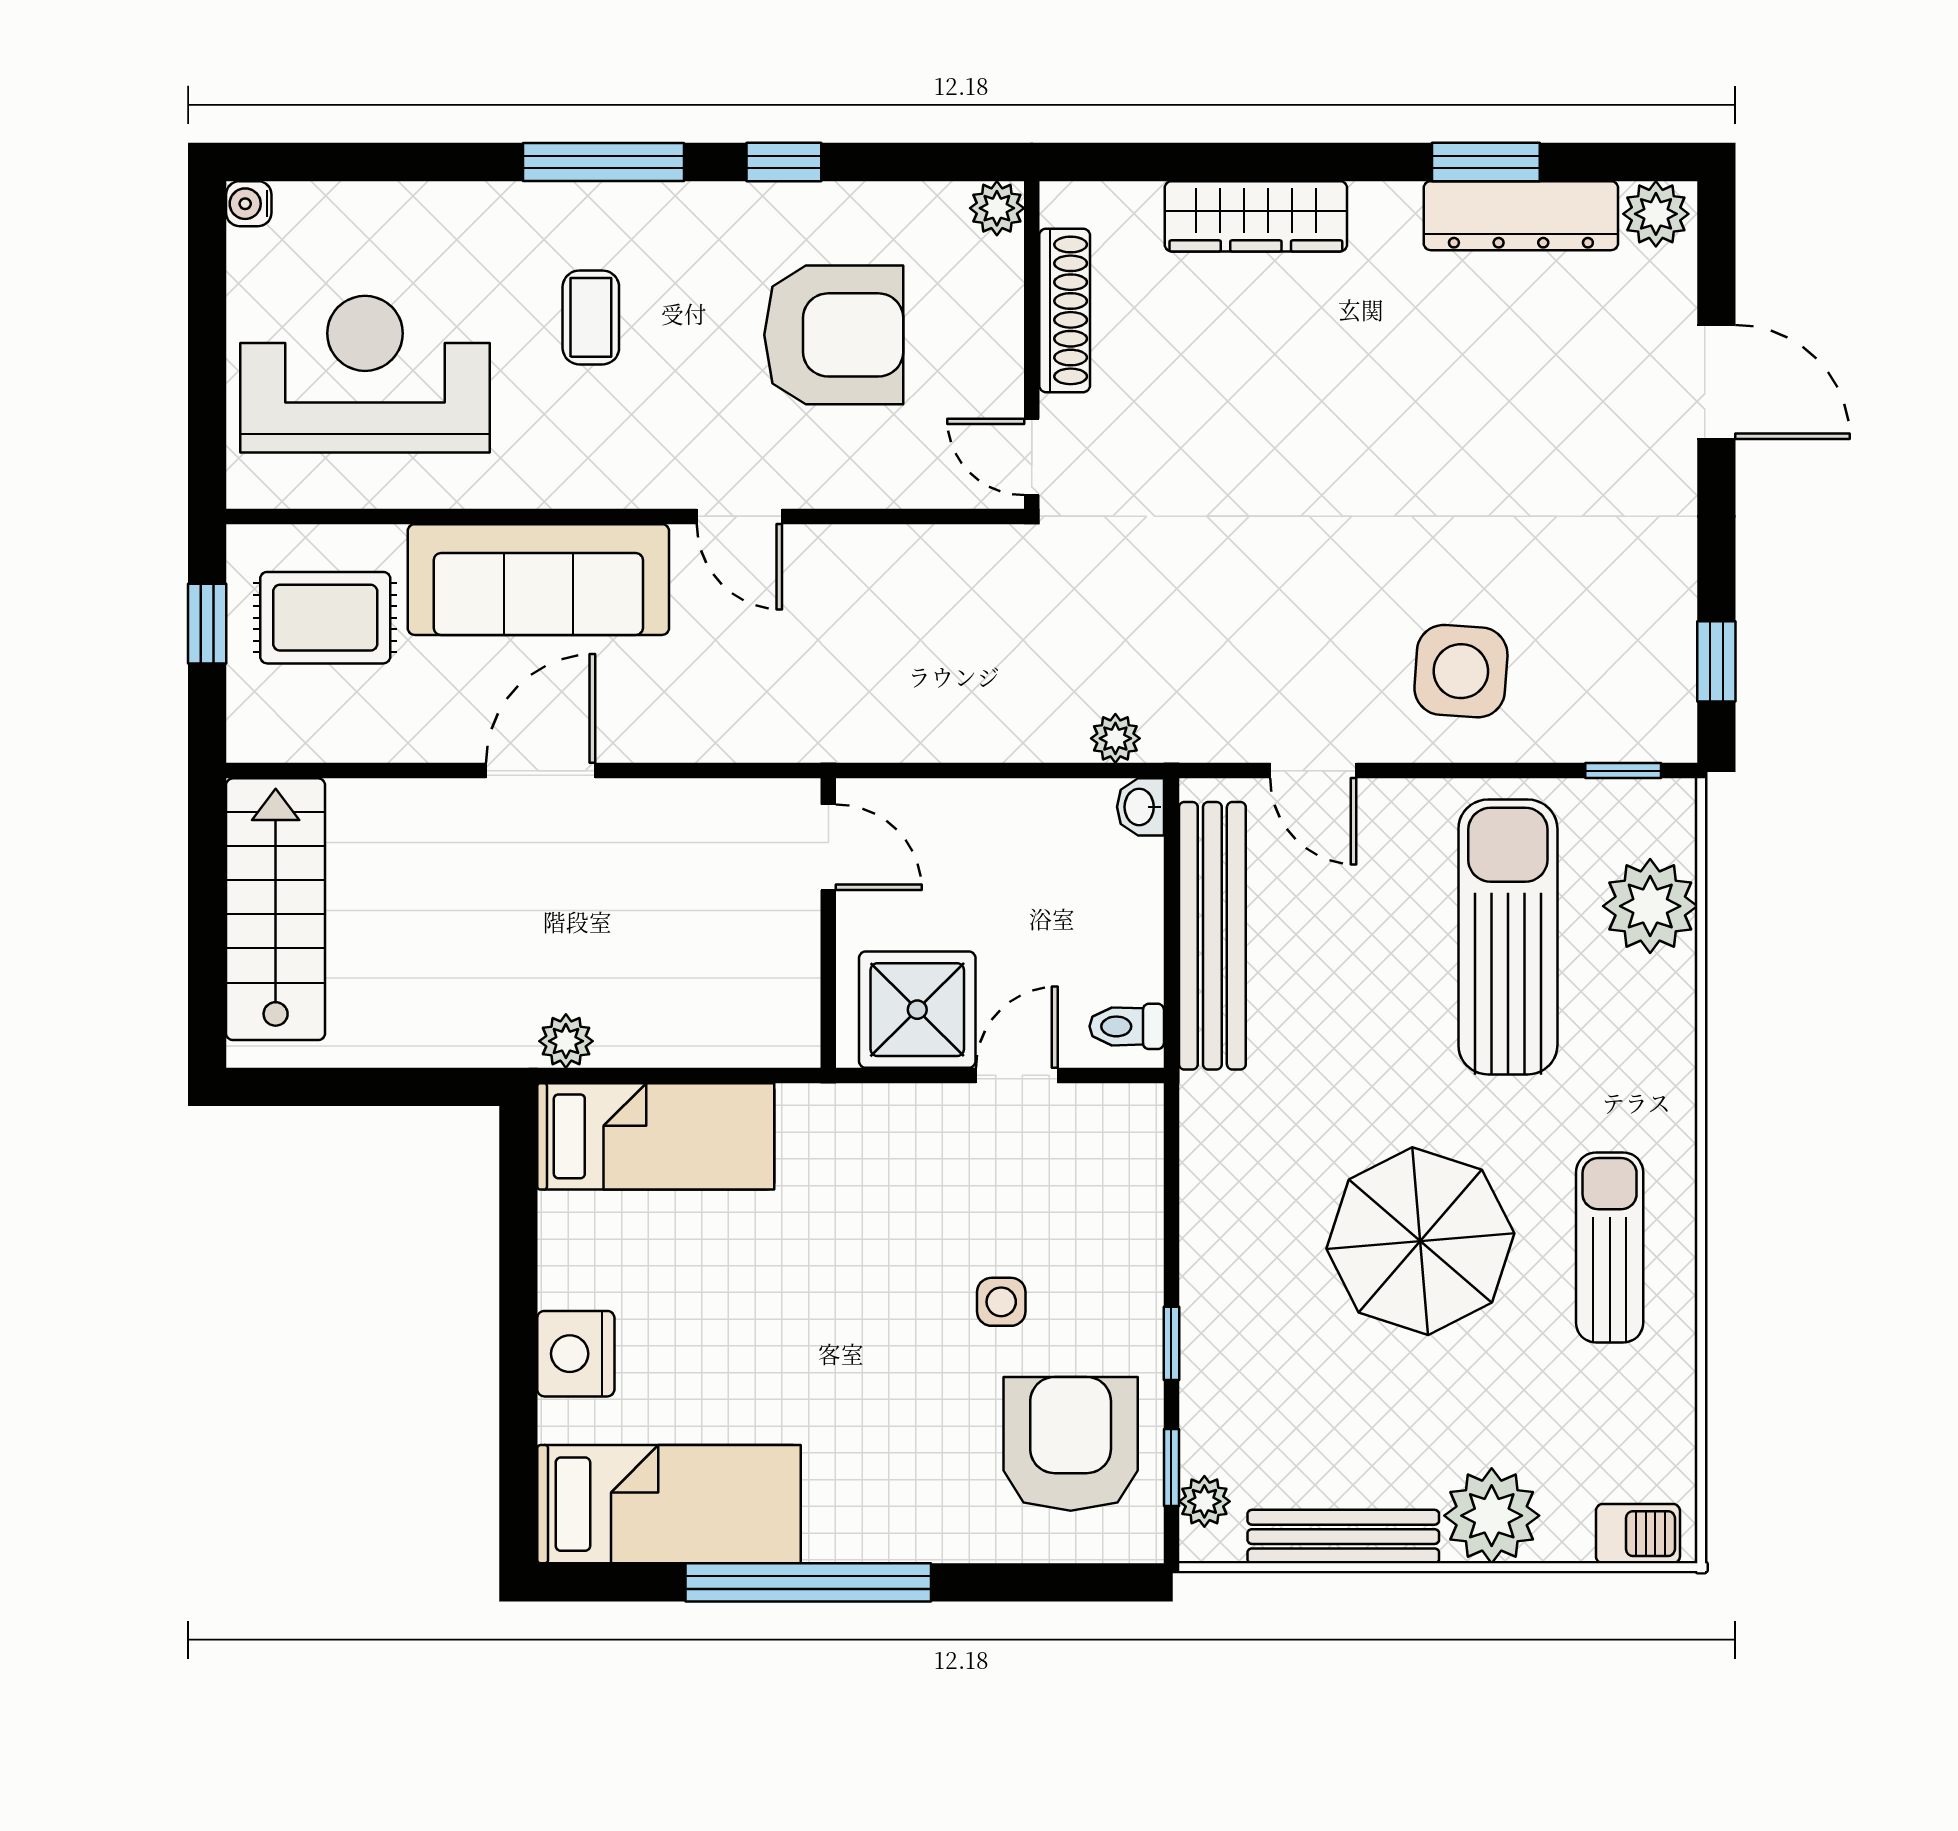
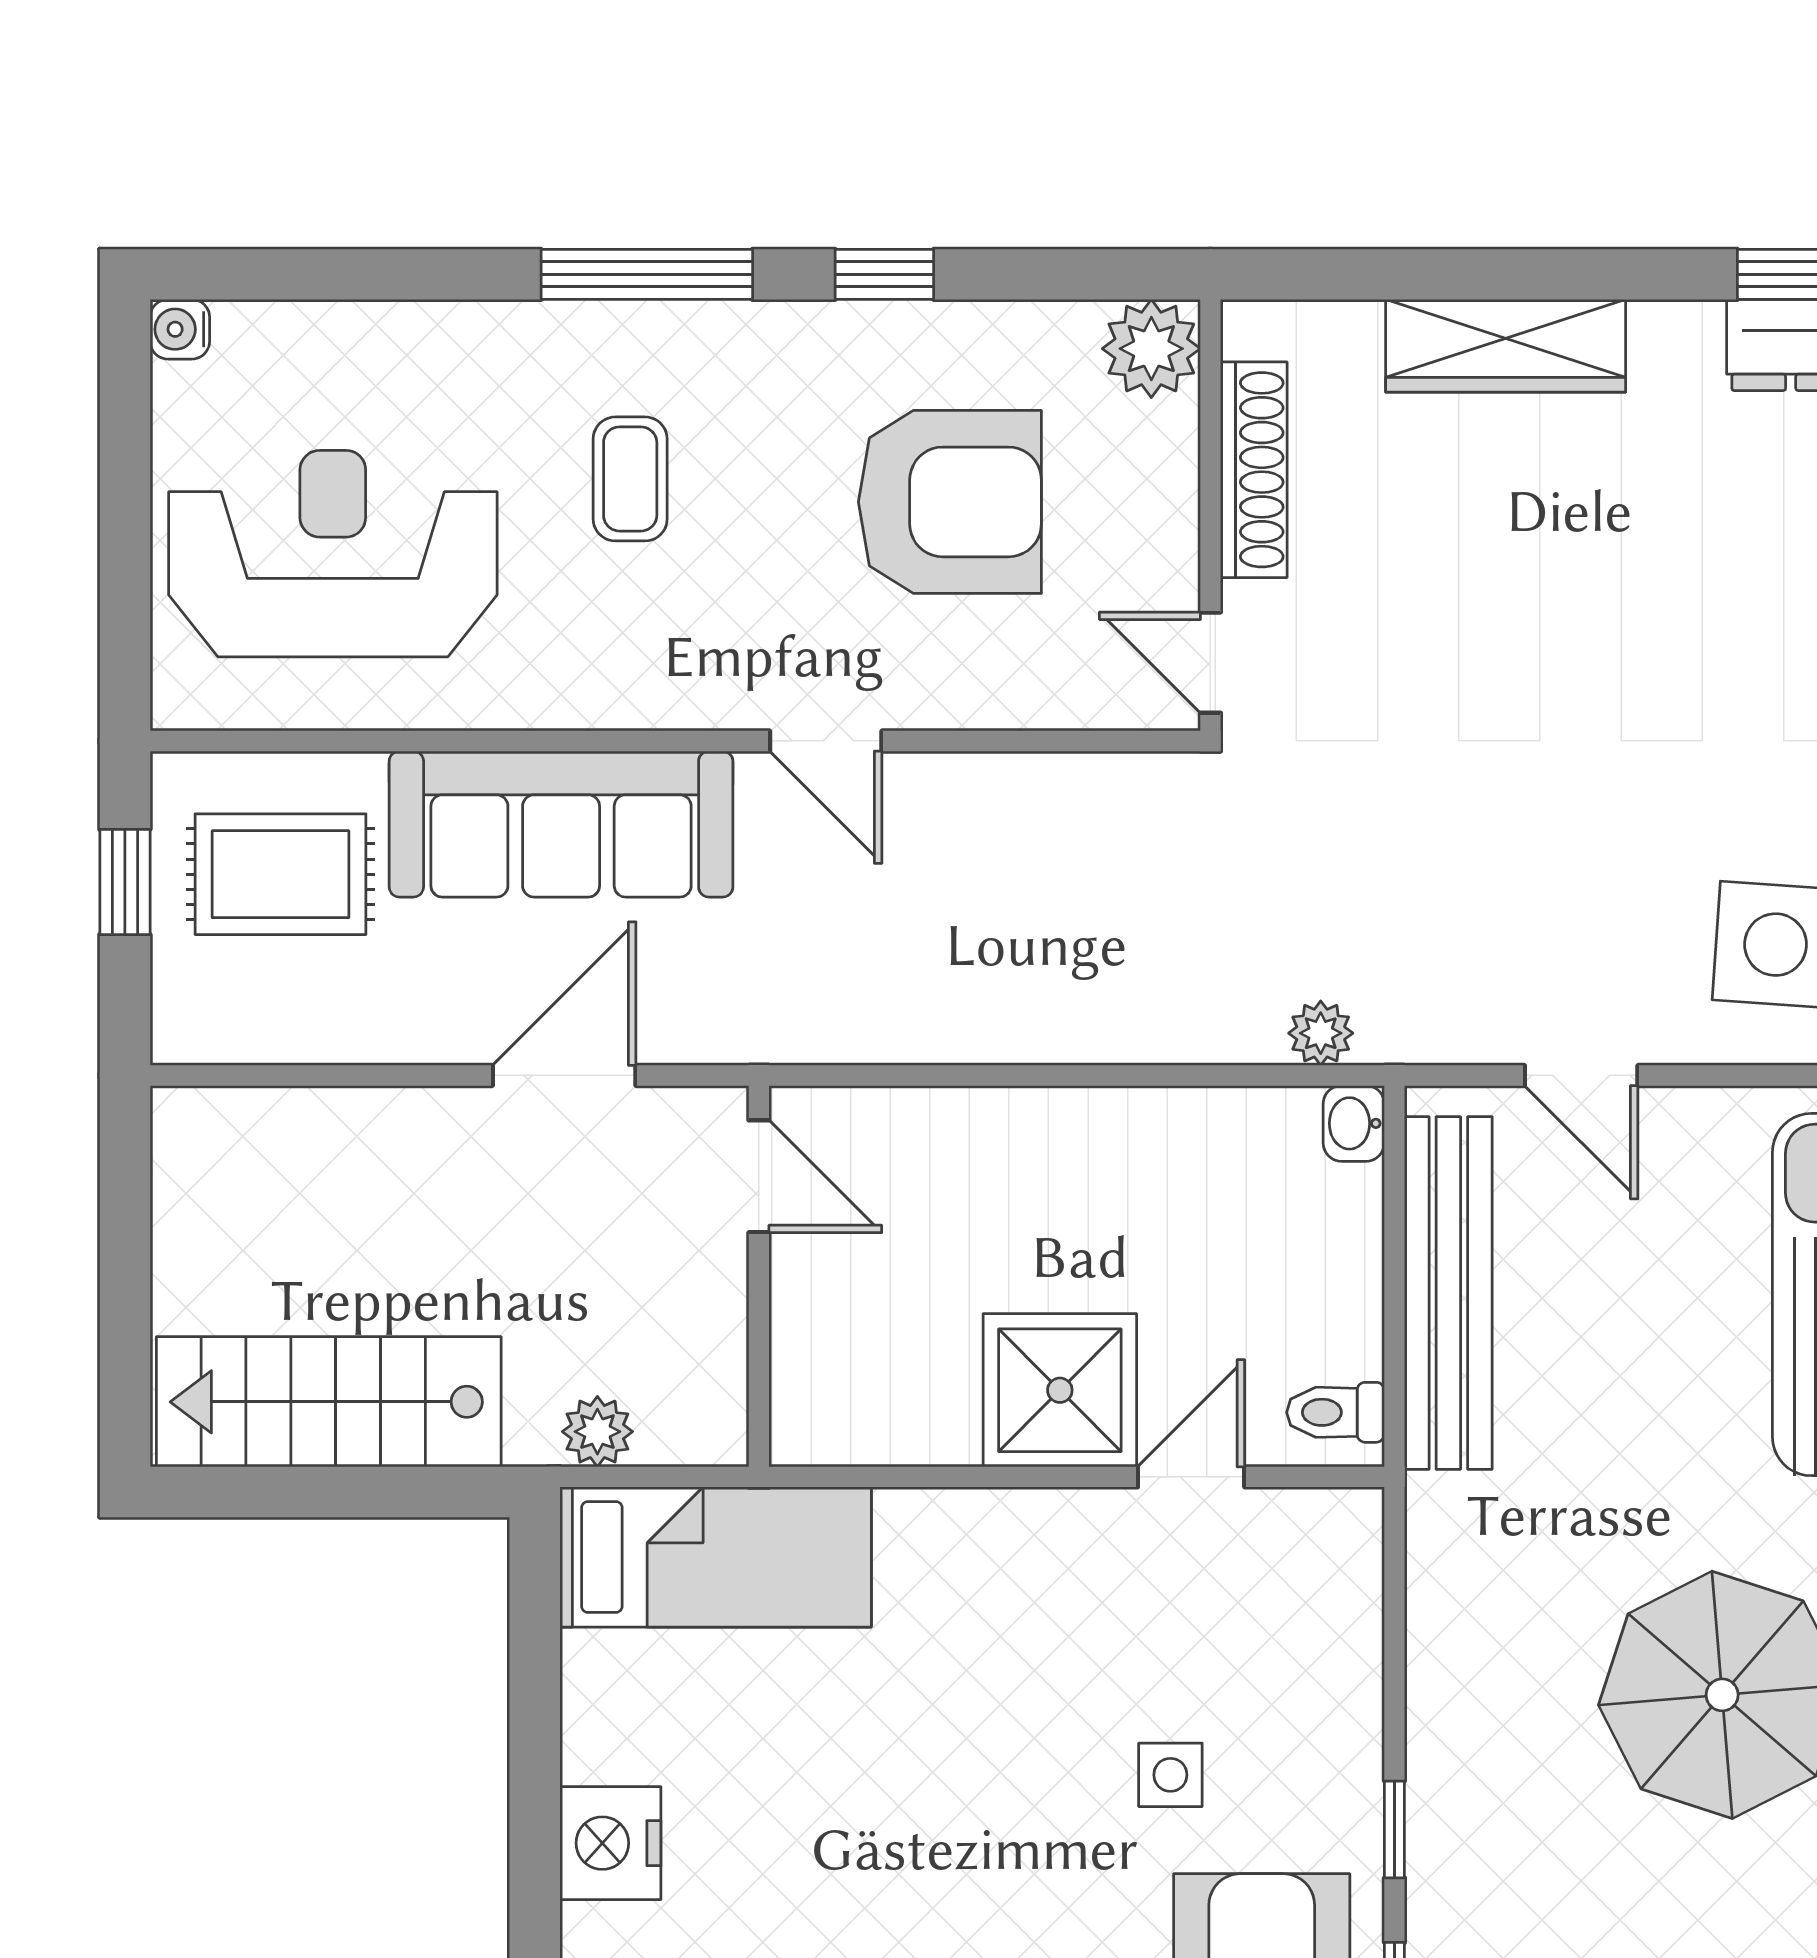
plant: (997, 208) -> (1151, 349), width x1.38, depth x1.38
door: (828, 847) -> (759, 1176), moved
stairs: (276, 909) -> (329, 1402), moved, turned -90
wall: (828, 923) -> (759, 1276), moved

